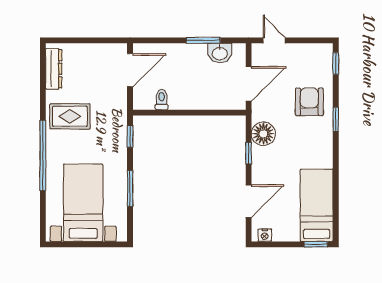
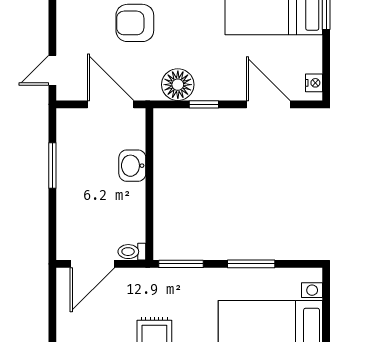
washbasin: (220, 53) -> (132, 166), moved, turned 180
door: (130, 70) -> (92, 264), swing flipped
toilet: (162, 100) -> (132, 252), moved
window: (130, 136) -> (181, 264), width x1.50

